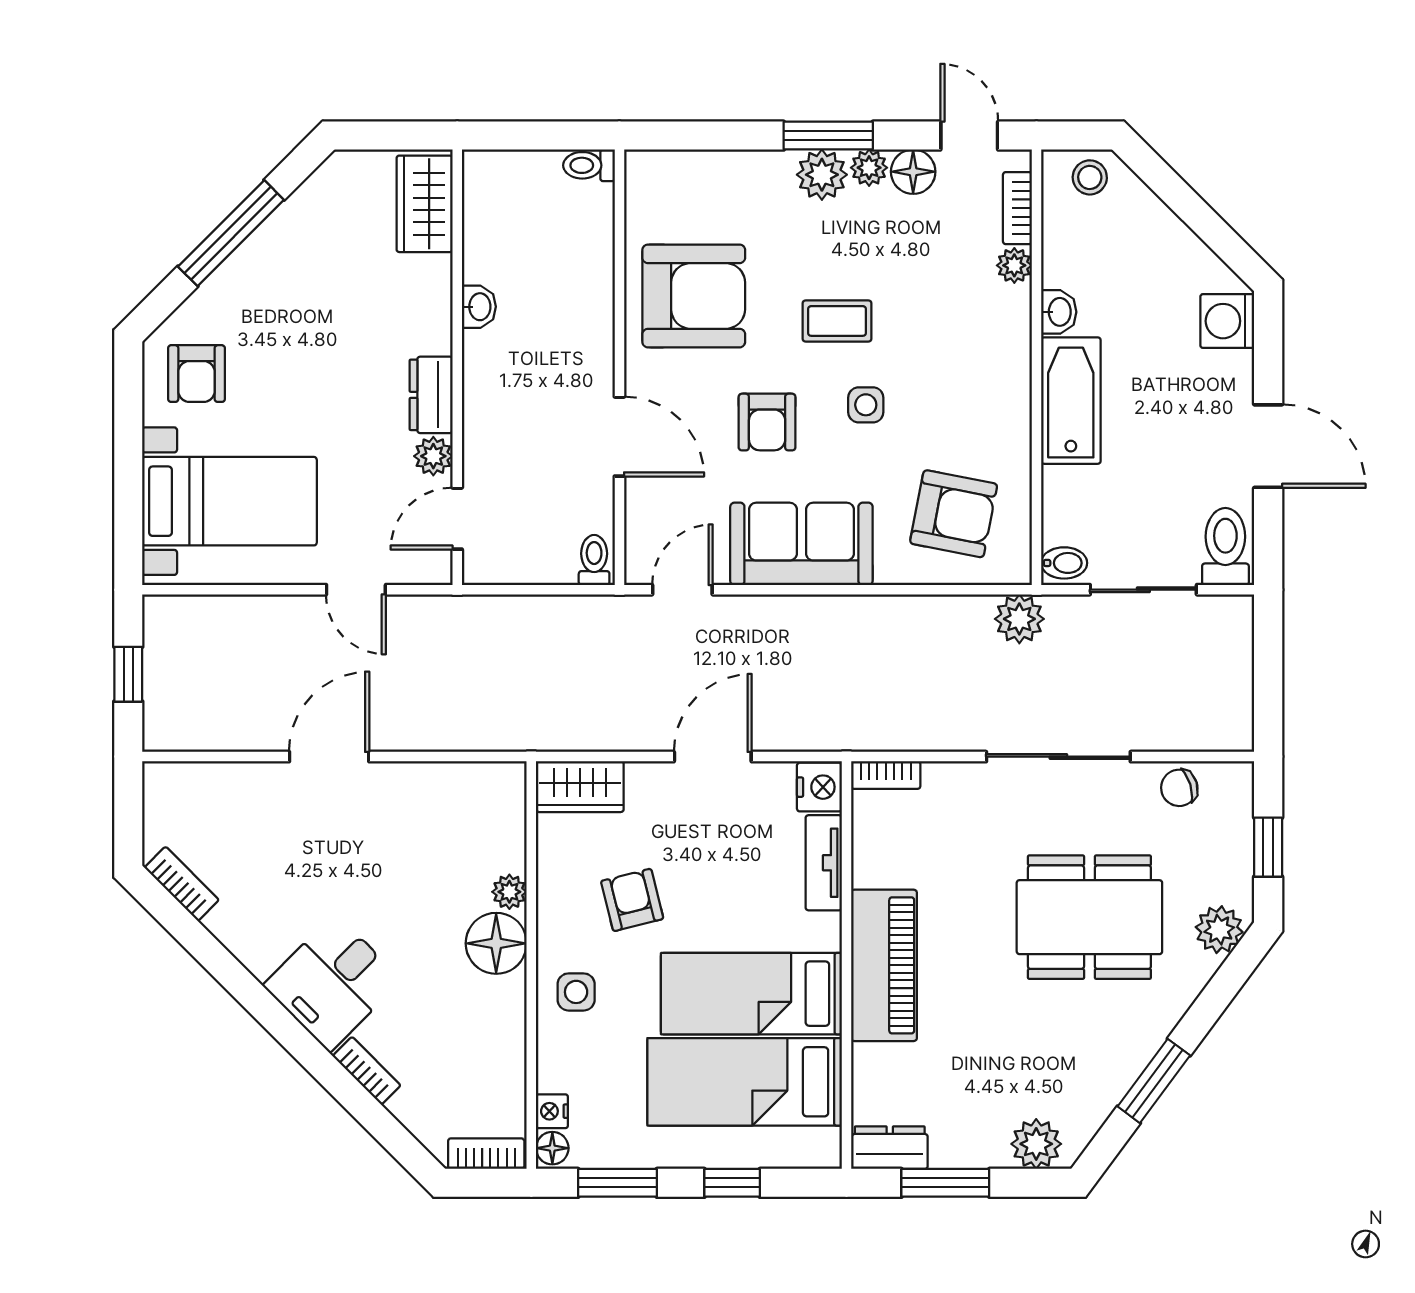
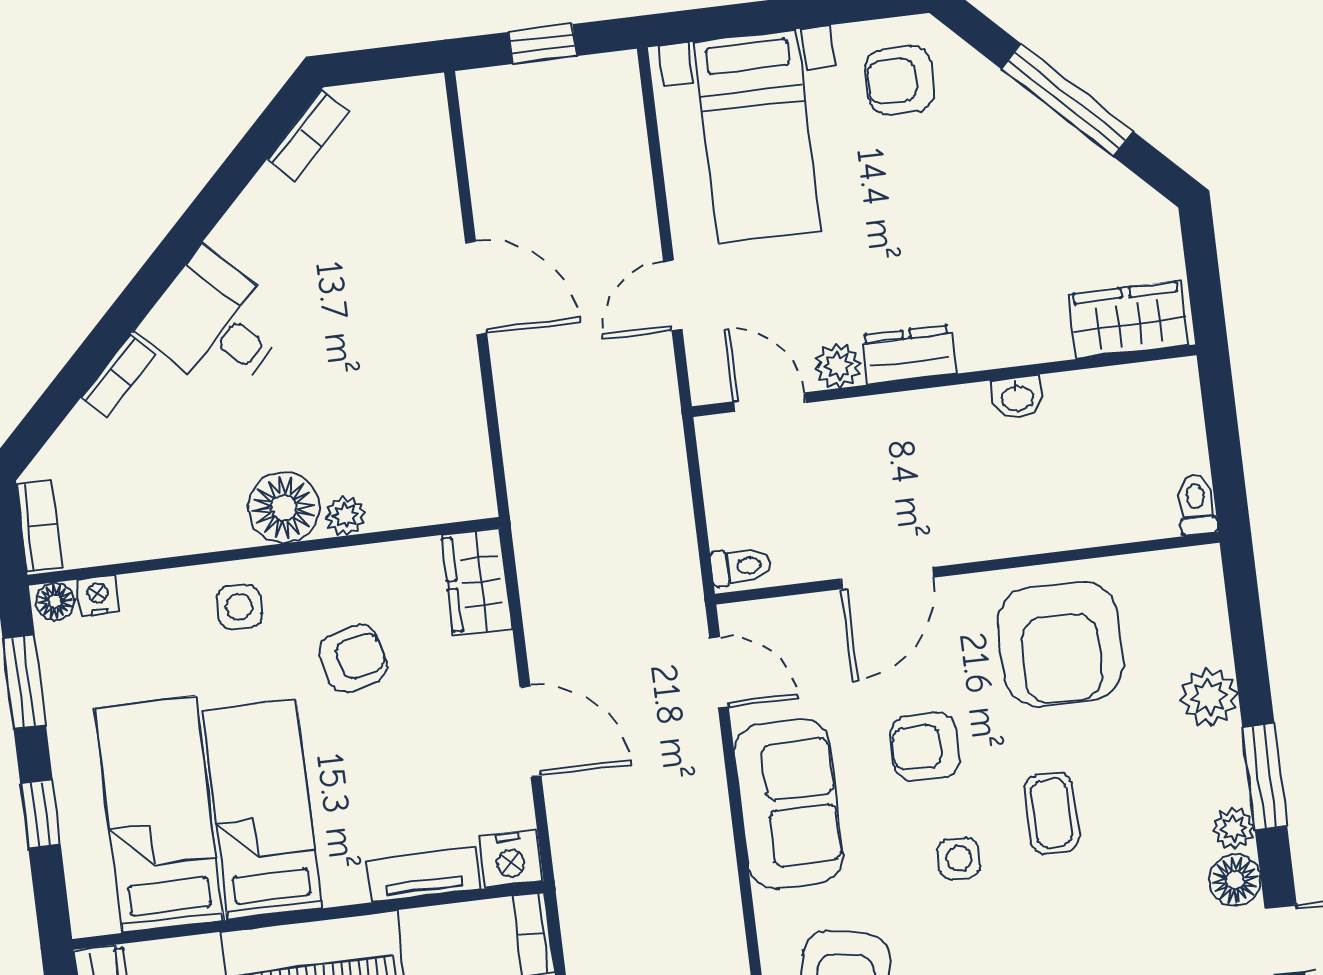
plant: (822, 175) -> (1209, 697), moved

